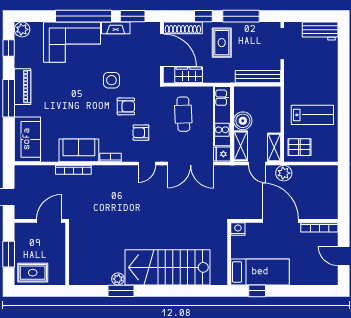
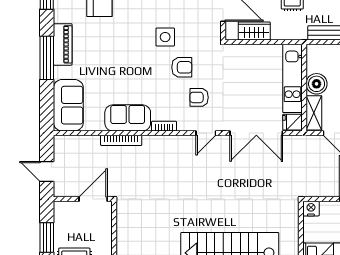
cafe table: (183, 114) -> (248, 76), removed

